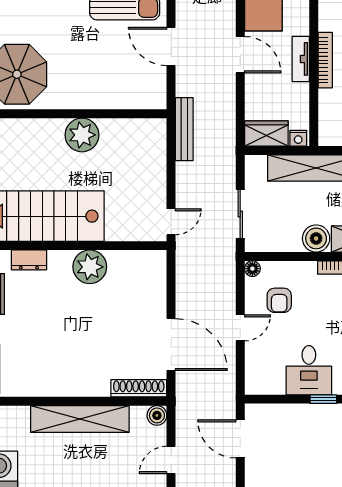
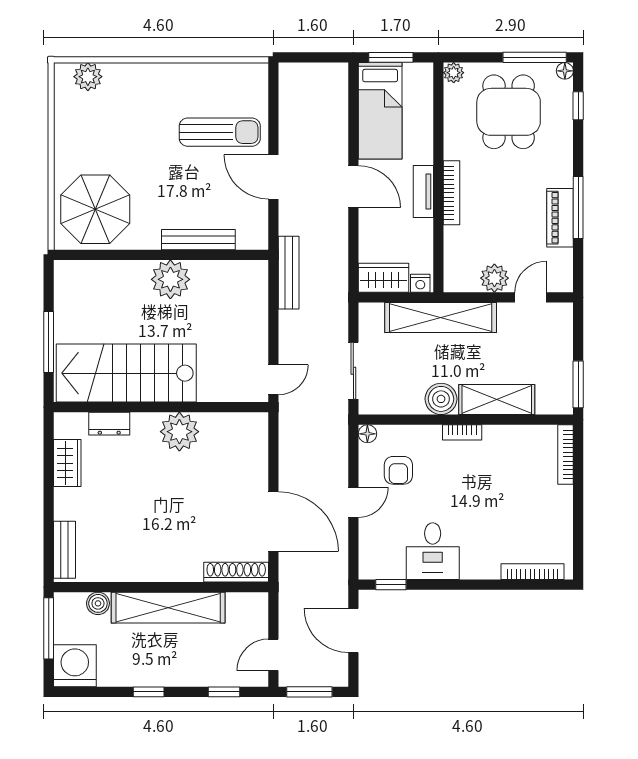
bench: (106, 101) -> (198, 240), added
window: (323, 399) -> (391, 585), moved
boiler: (157, 415) -> (98, 603), moved

